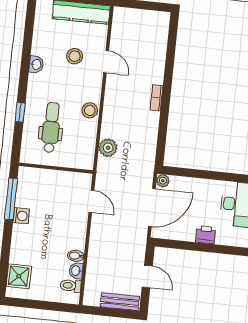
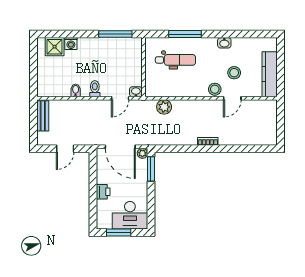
stool: (90, 110) -> (215, 89), moved
window: (20, 112) -> (185, 34), width x2.17
window: (183, 172) -> (151, 169), added
washing machine: (21, 216) -> (71, 44), moved
washbasin: (76, 271) -> (136, 92), moved
toilet: (71, 286) -> (95, 89), moved
bench: (120, 302) -> (43, 116), moved

